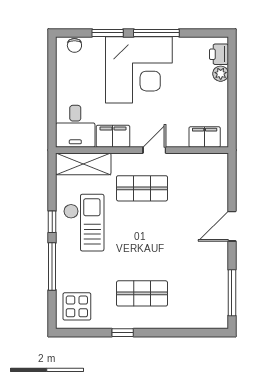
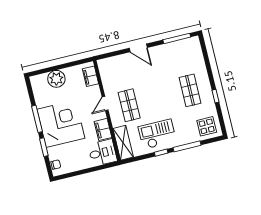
printer: (219, 54) -> (41, 80), removed
plant: (221, 74) -> (56, 79), width x1.87, depth x1.87
door: (154, 150) -> (105, 103), hinge flipped

